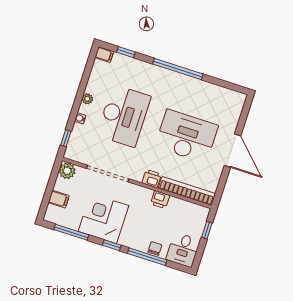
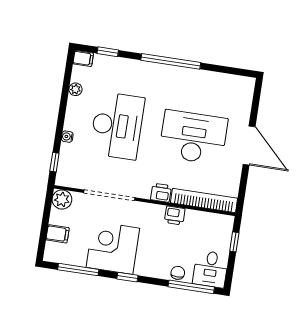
plant: (87, 99) -> (75, 89), moved
window: (147, 257) -> (191, 287), moved

